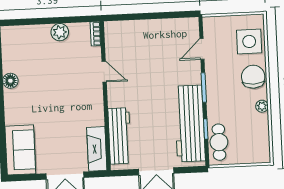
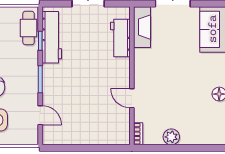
door: (202, 49) -> (40, 115), hinge flipped
workbench: (190, 123) -> (52, 37), width x0.73, depth x0.76
workbench: (120, 136) -> (120, 38), width x0.73

